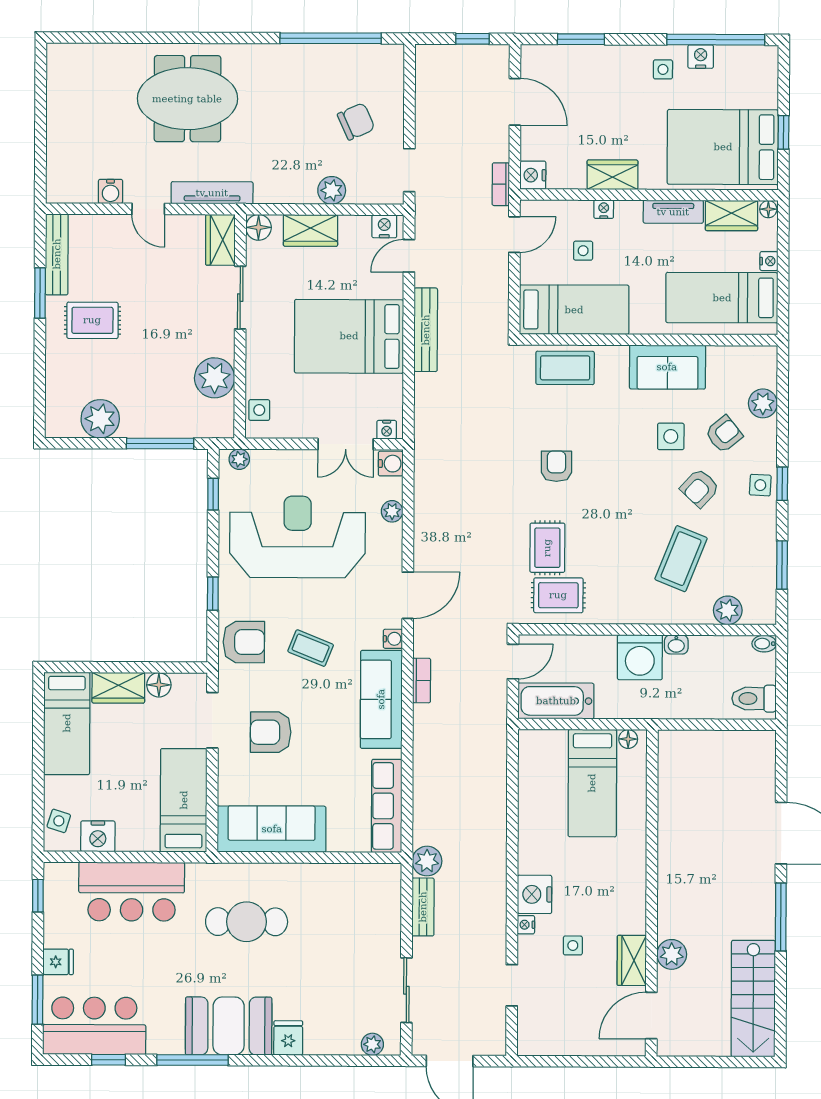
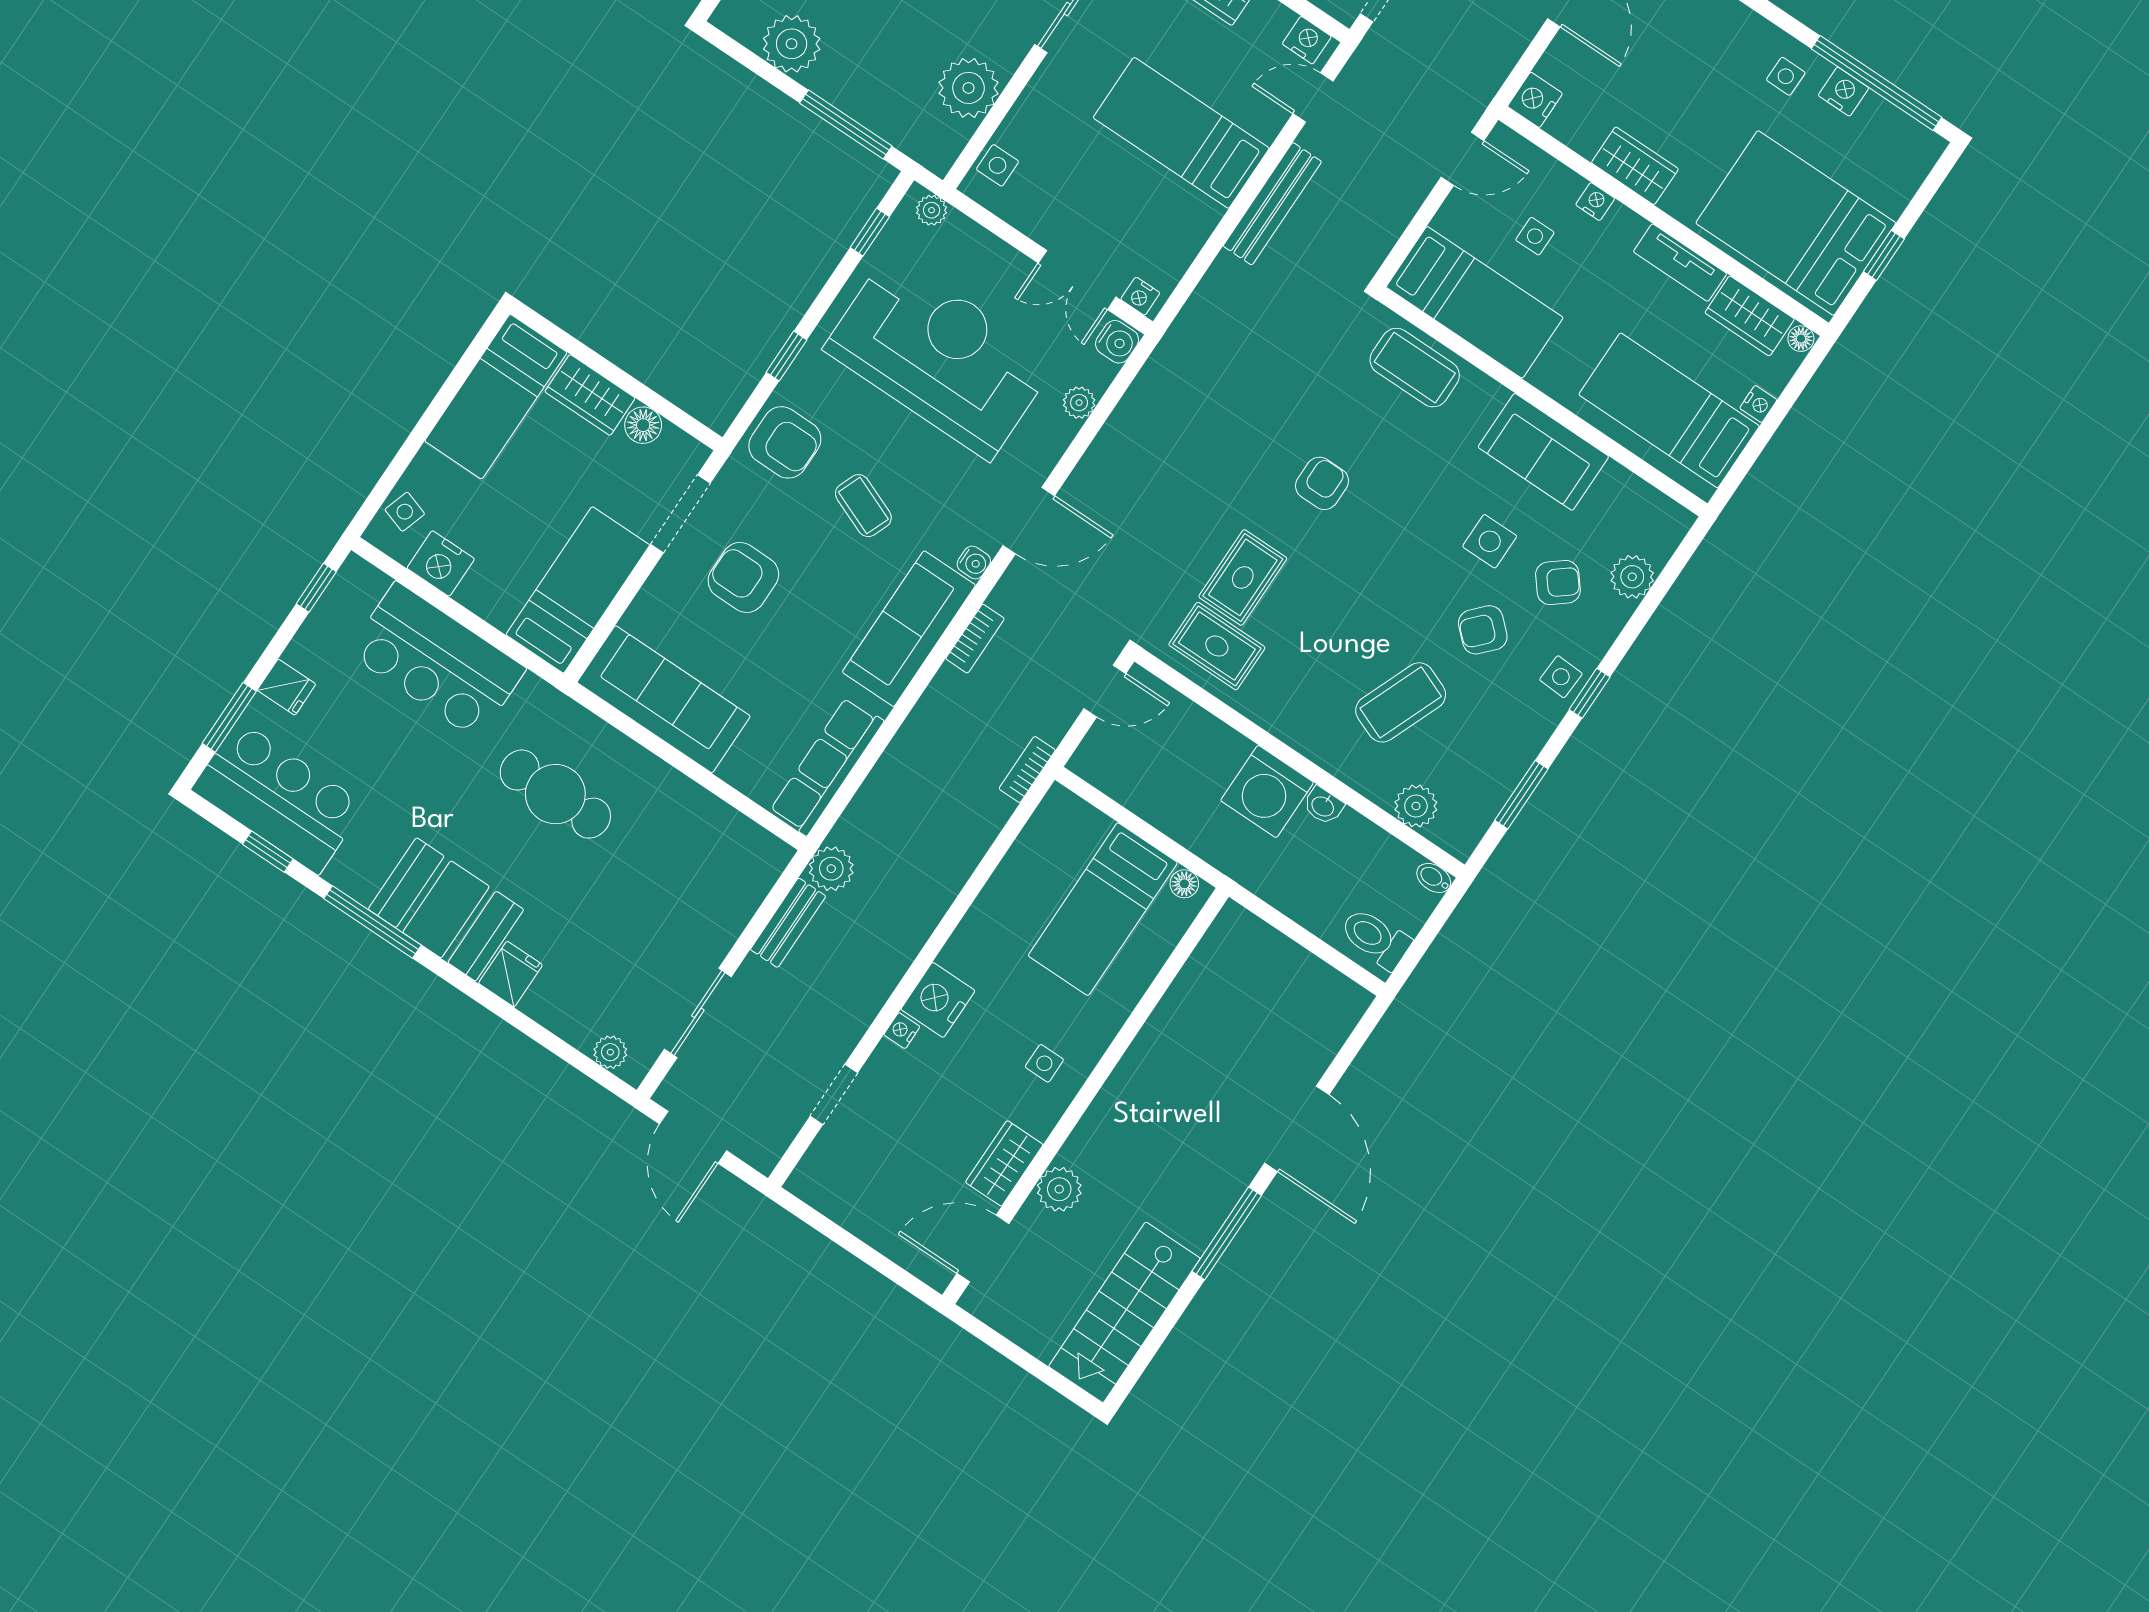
bookcase: (501, 184) -> (1027, 769), moved
bed: (349, 336) -> (1181, 133), width x0.67
bathtub: (556, 701) -> (1126, 776), removed
side table: (573, 945) -> (1044, 1063), moved

